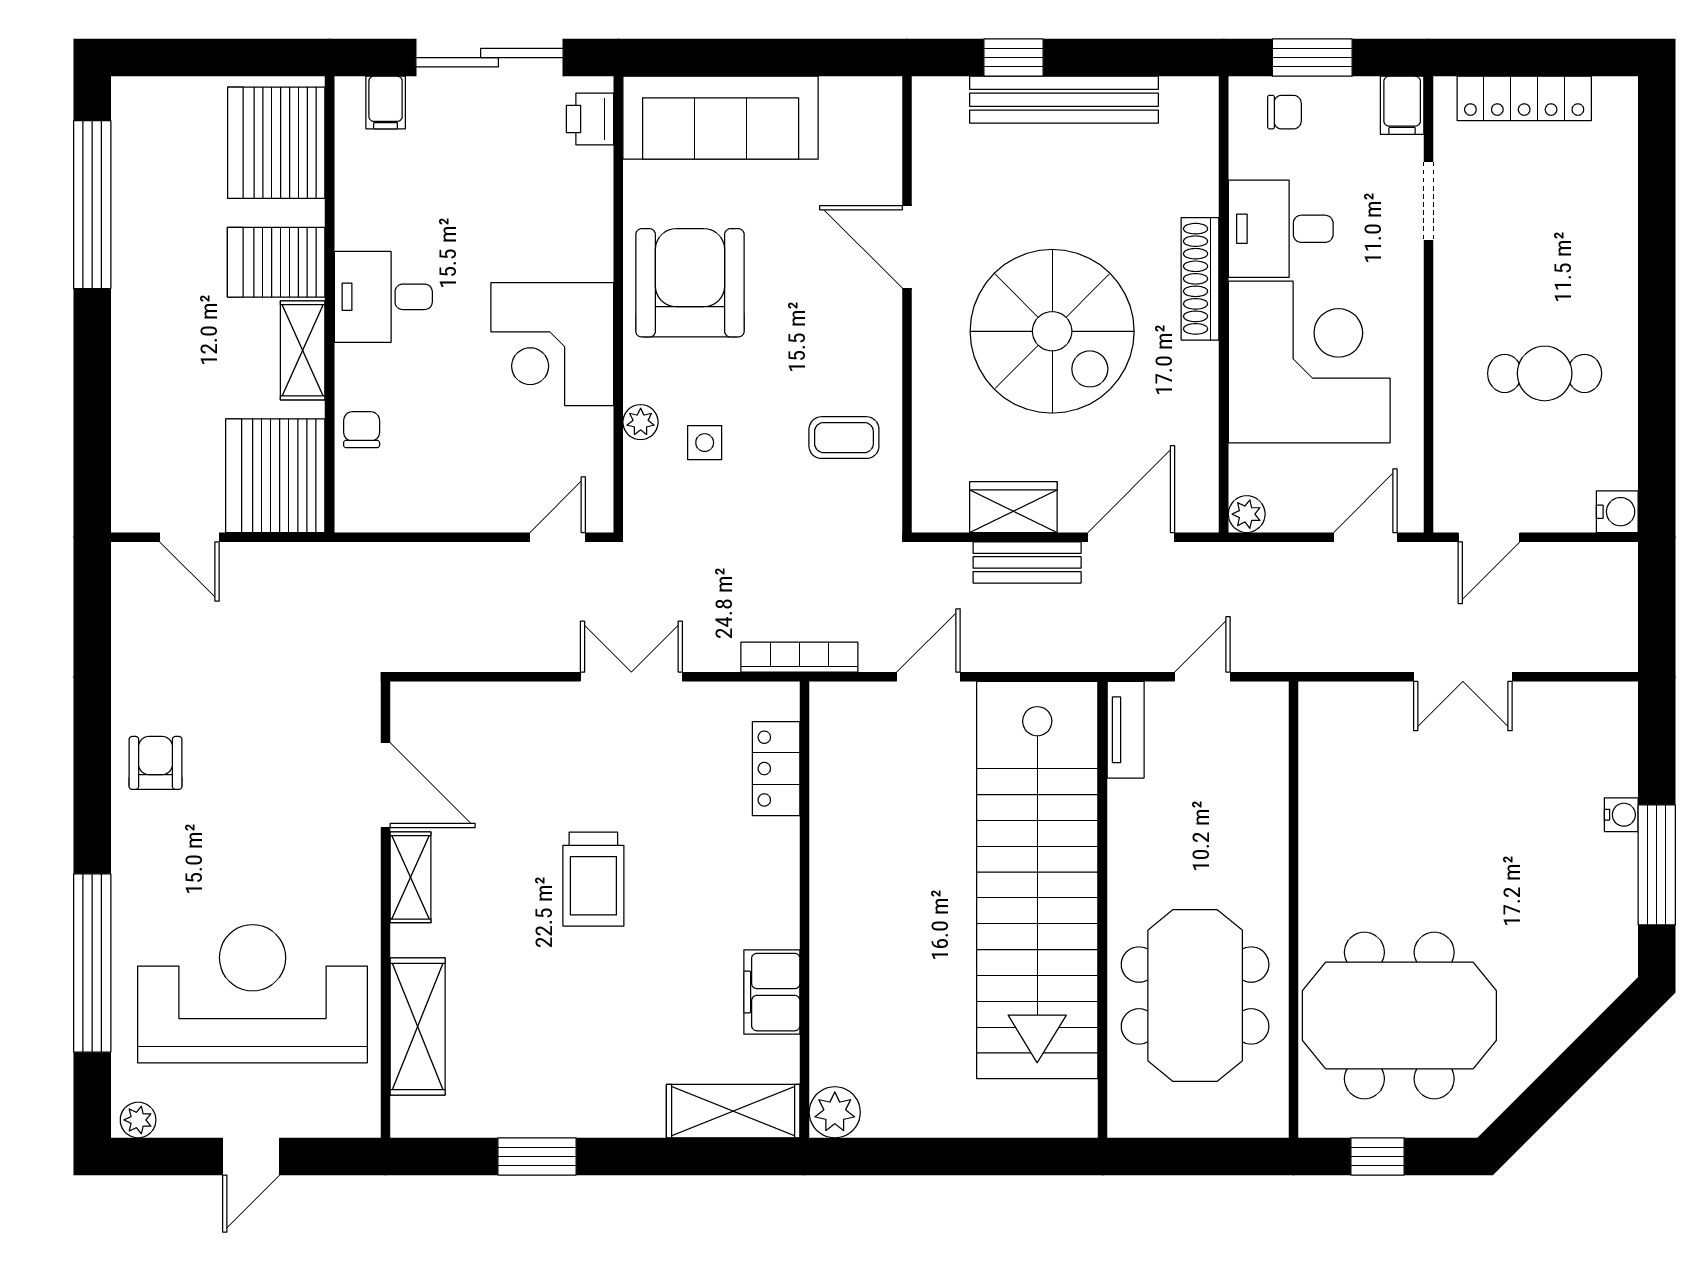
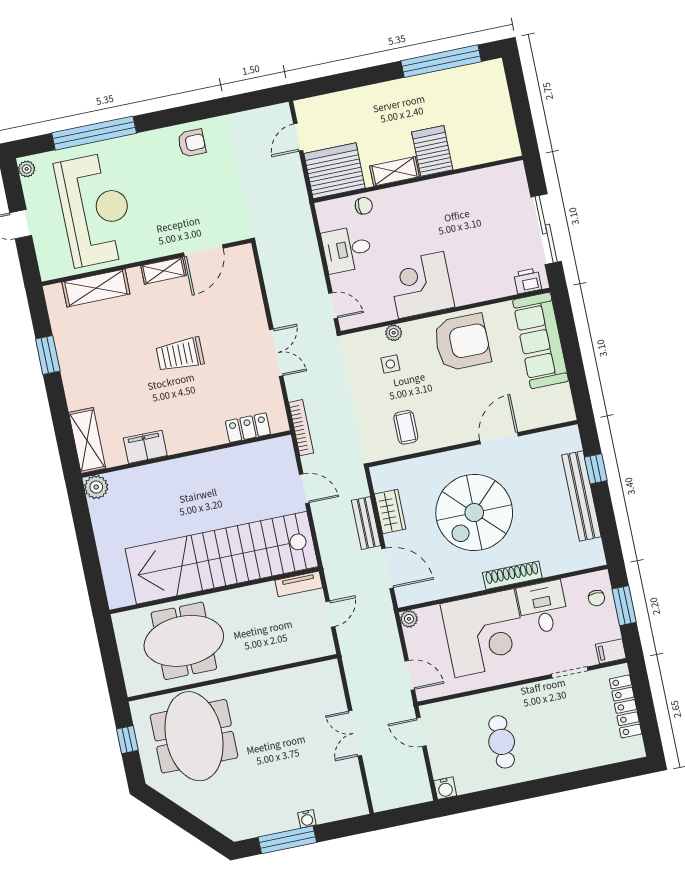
filing cabinet: (386, 103) -> (516, 186), removed
server rack: (276, 143) -> (487, 140), removed
desk: (383, 297) -> (347, 249), moved, turned -90
door: (1202, 677) -> (330, 614), hinge flipped

